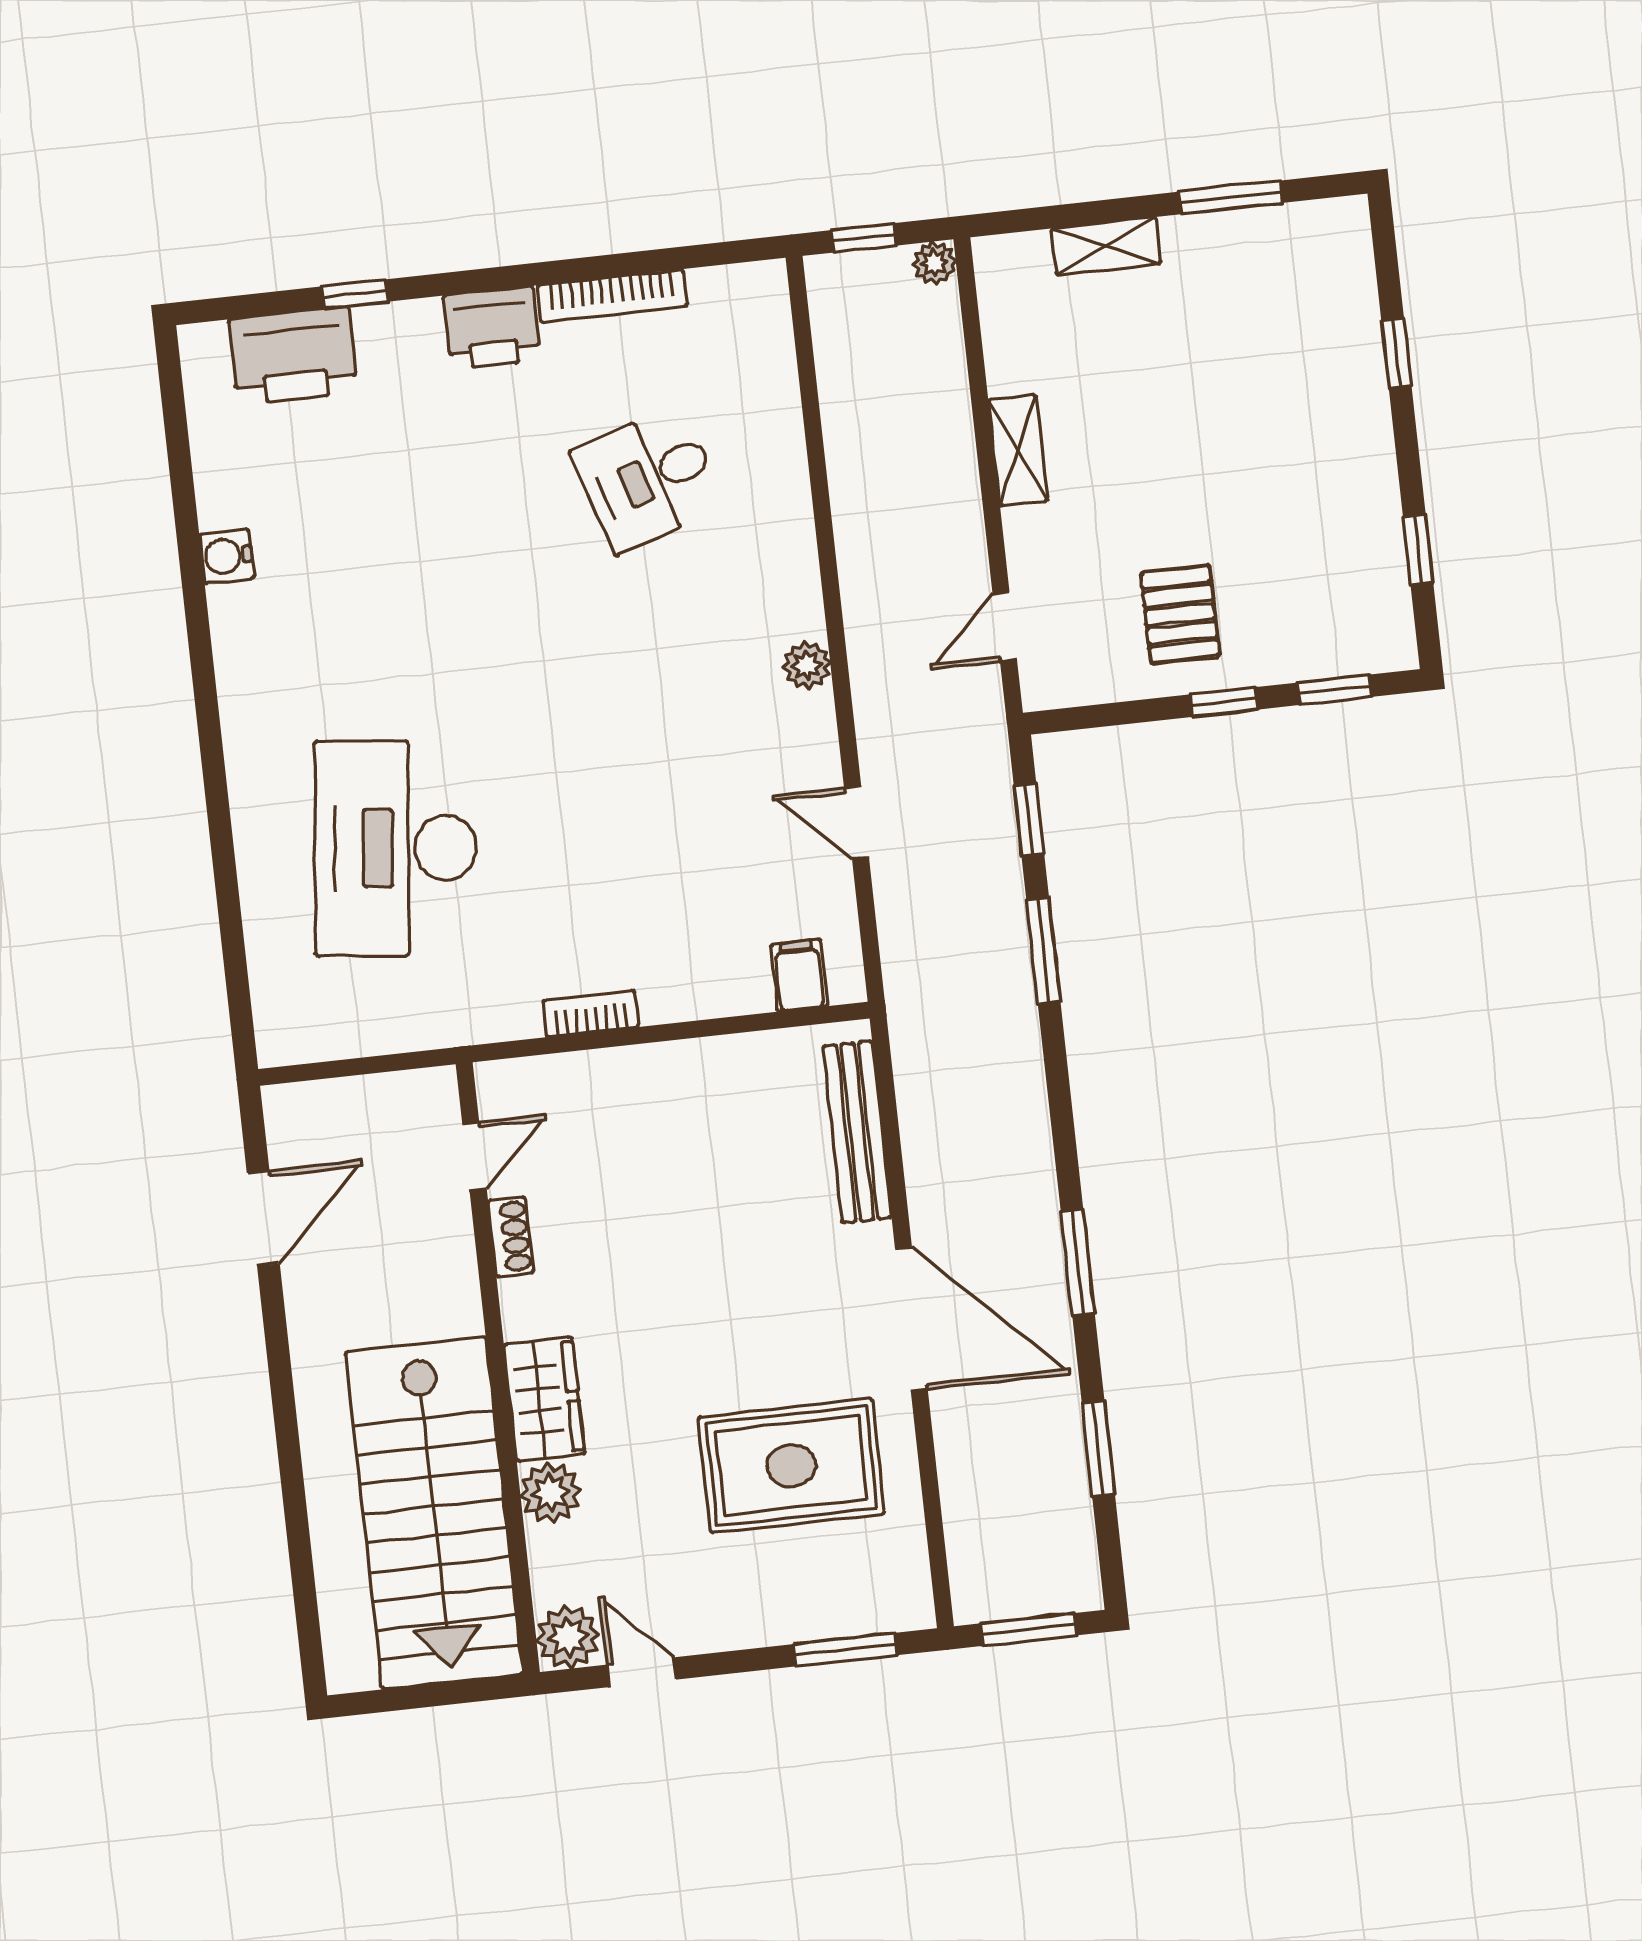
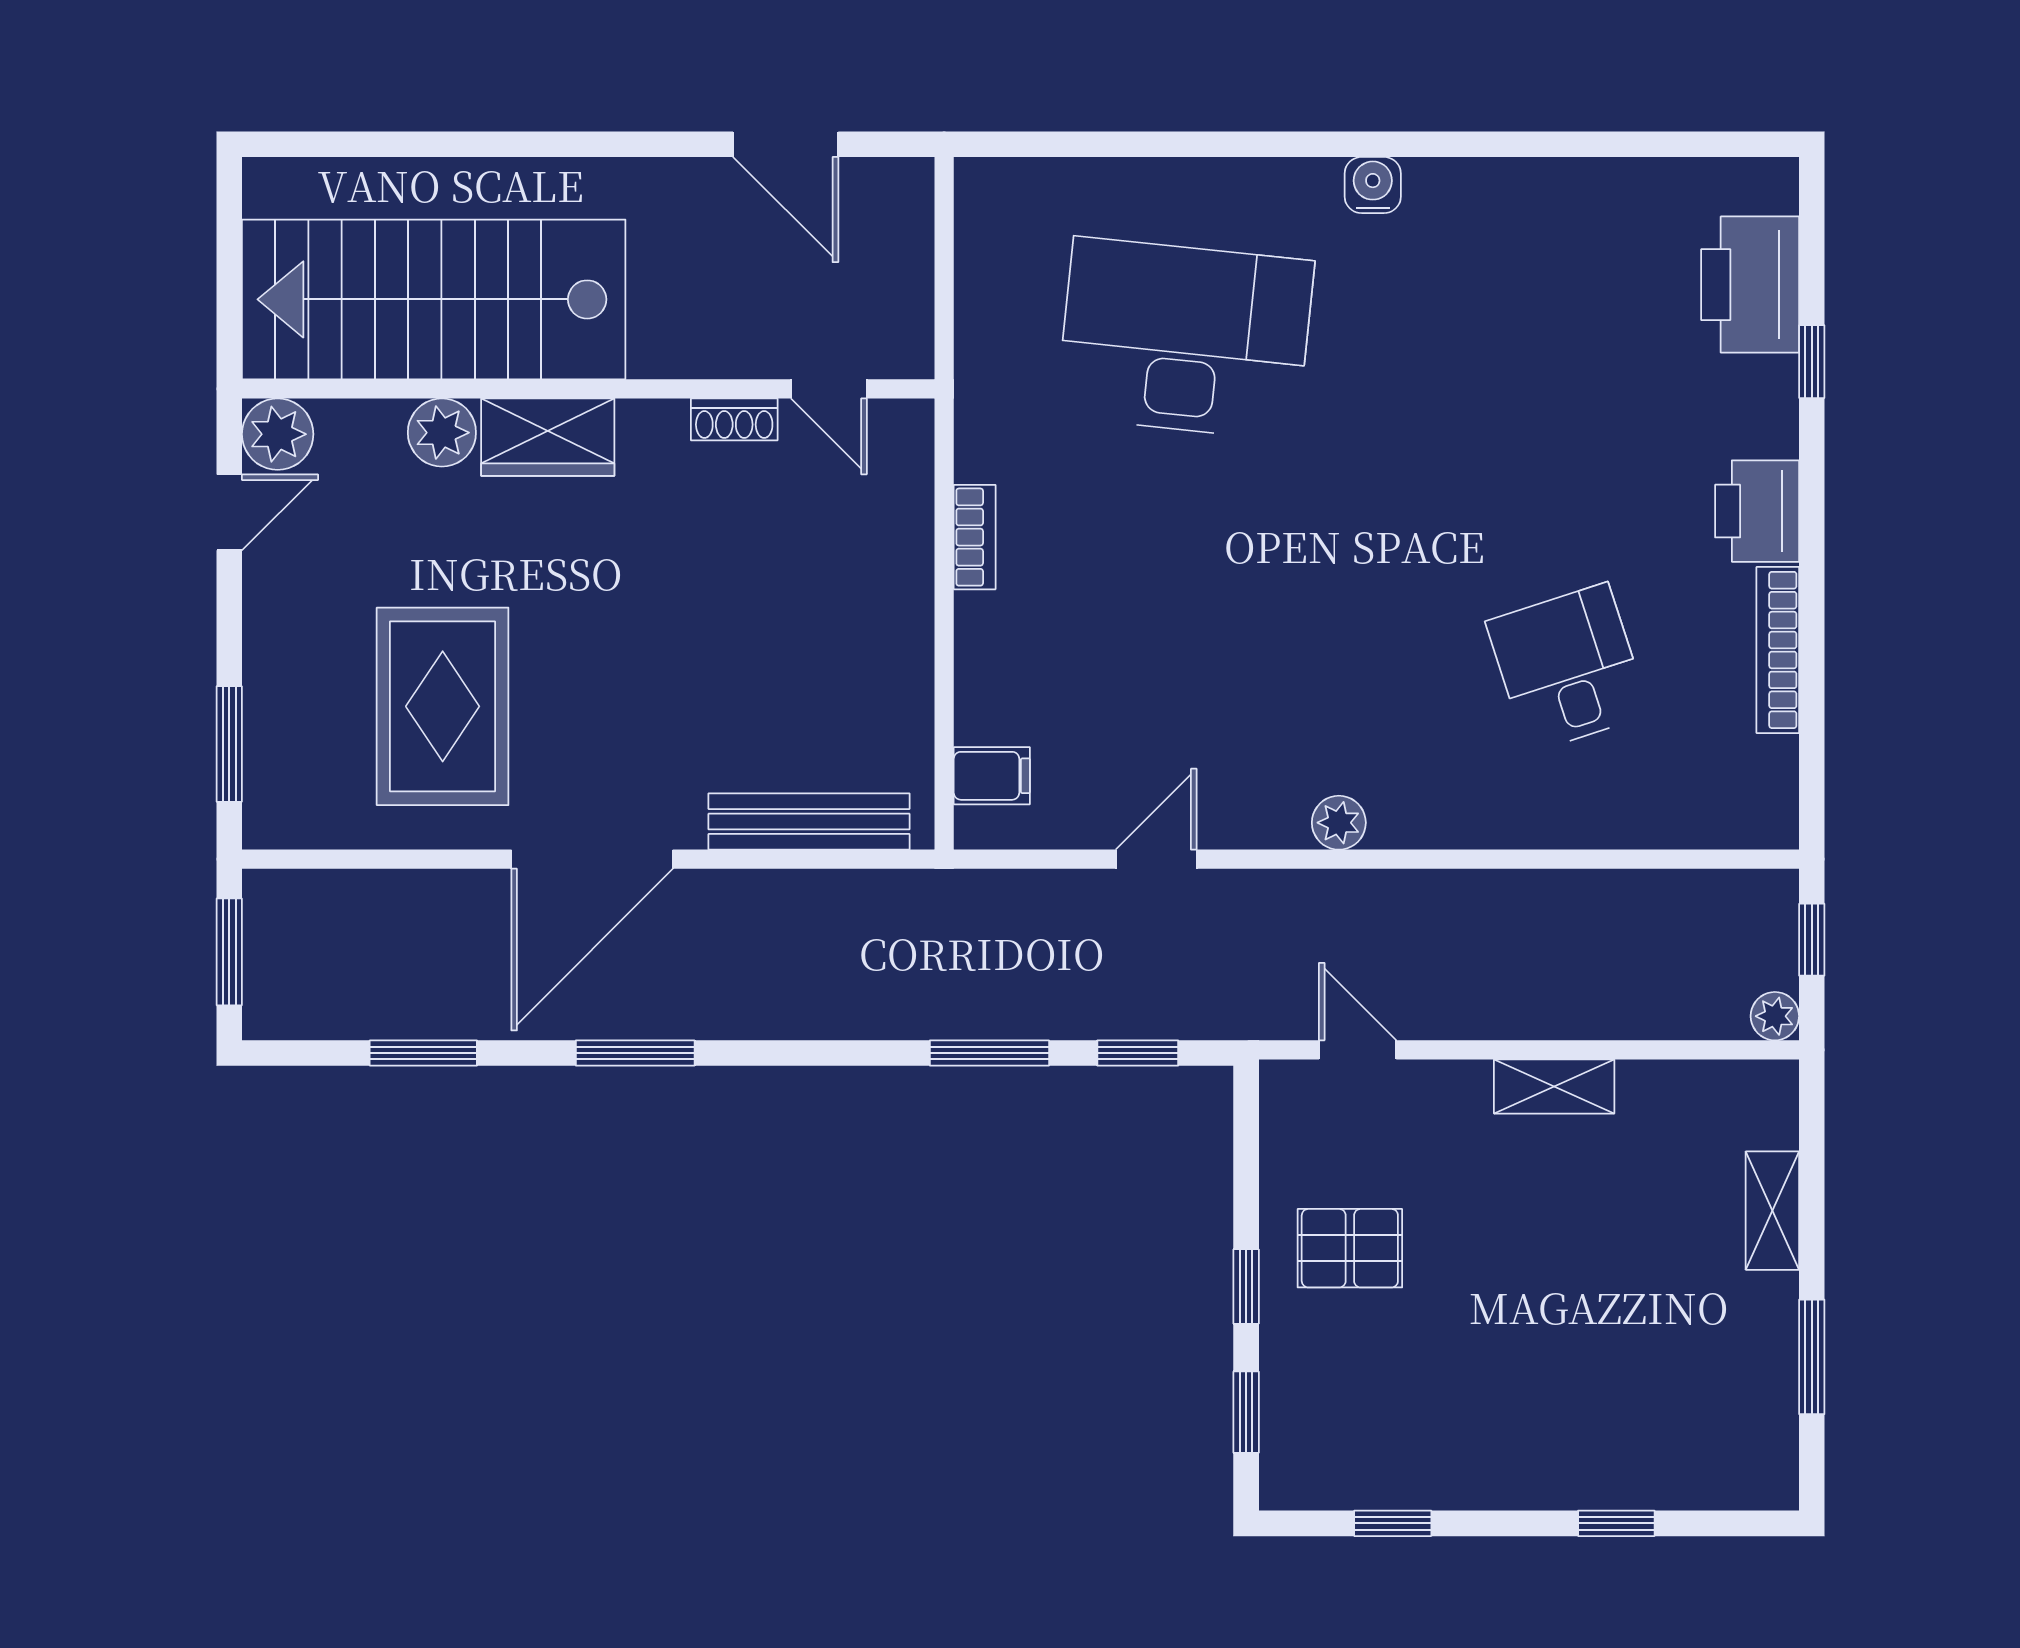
water cooler: (227, 556) -> (1373, 185), moved

